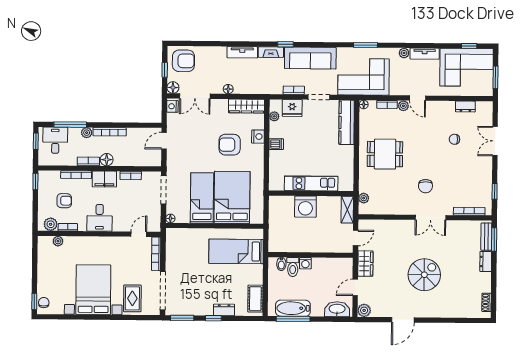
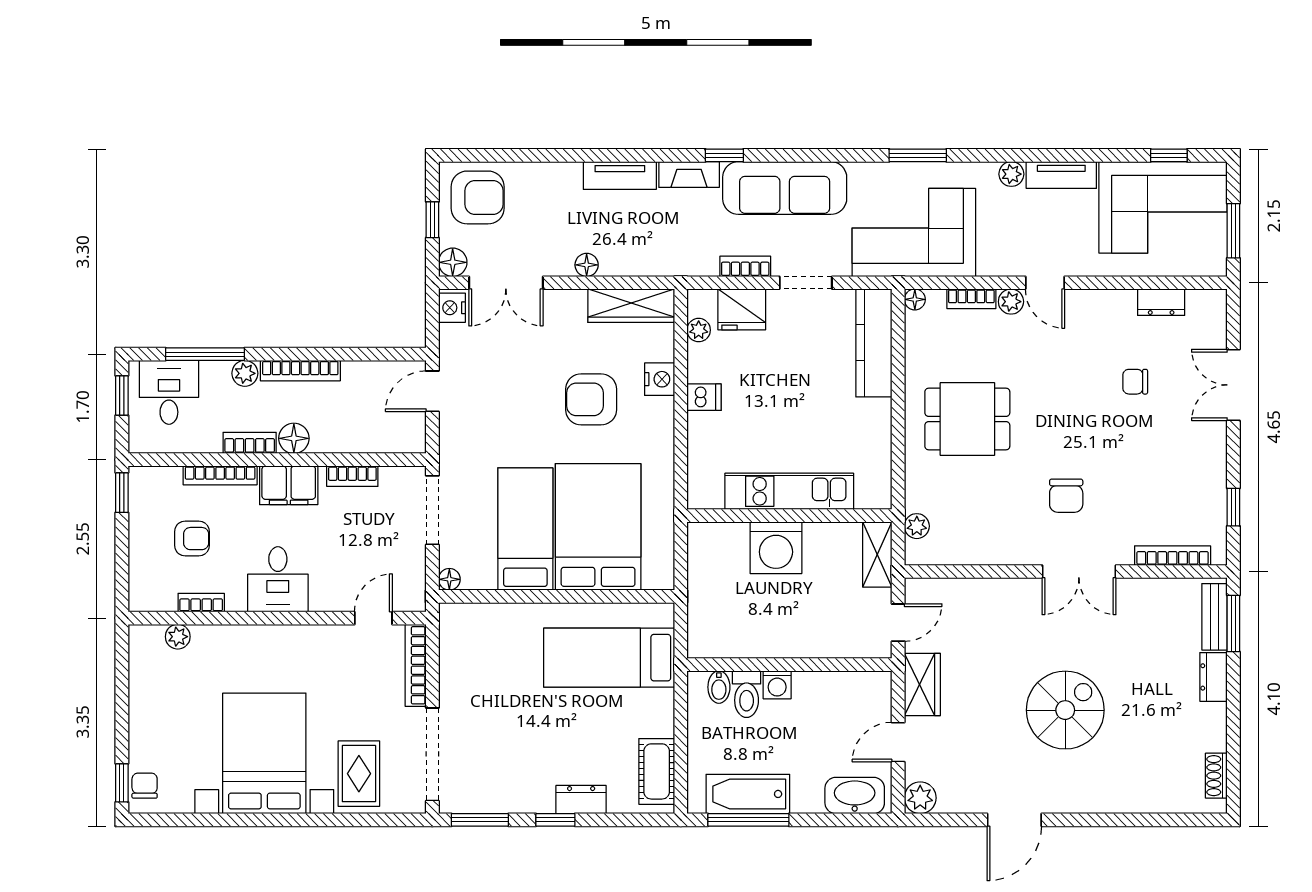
plant: (51, 224) -> (159, 596), removed

